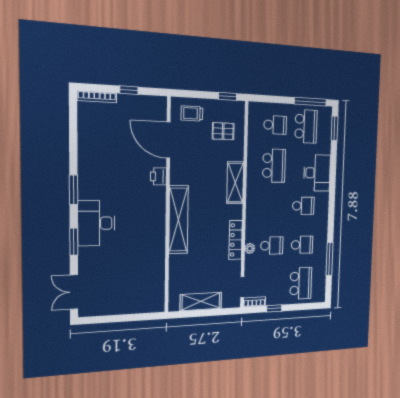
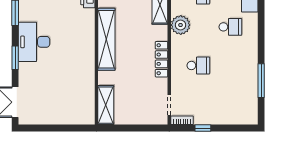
school desk: (302, 245) -> (230, 65), removed
plant: (250, 248) -> (181, 25), moved, width x1.88, depth x1.88
school desk: (301, 283) -> (230, 104), removed
shelving: (201, 301) -> (106, 105), moved, turned 90

